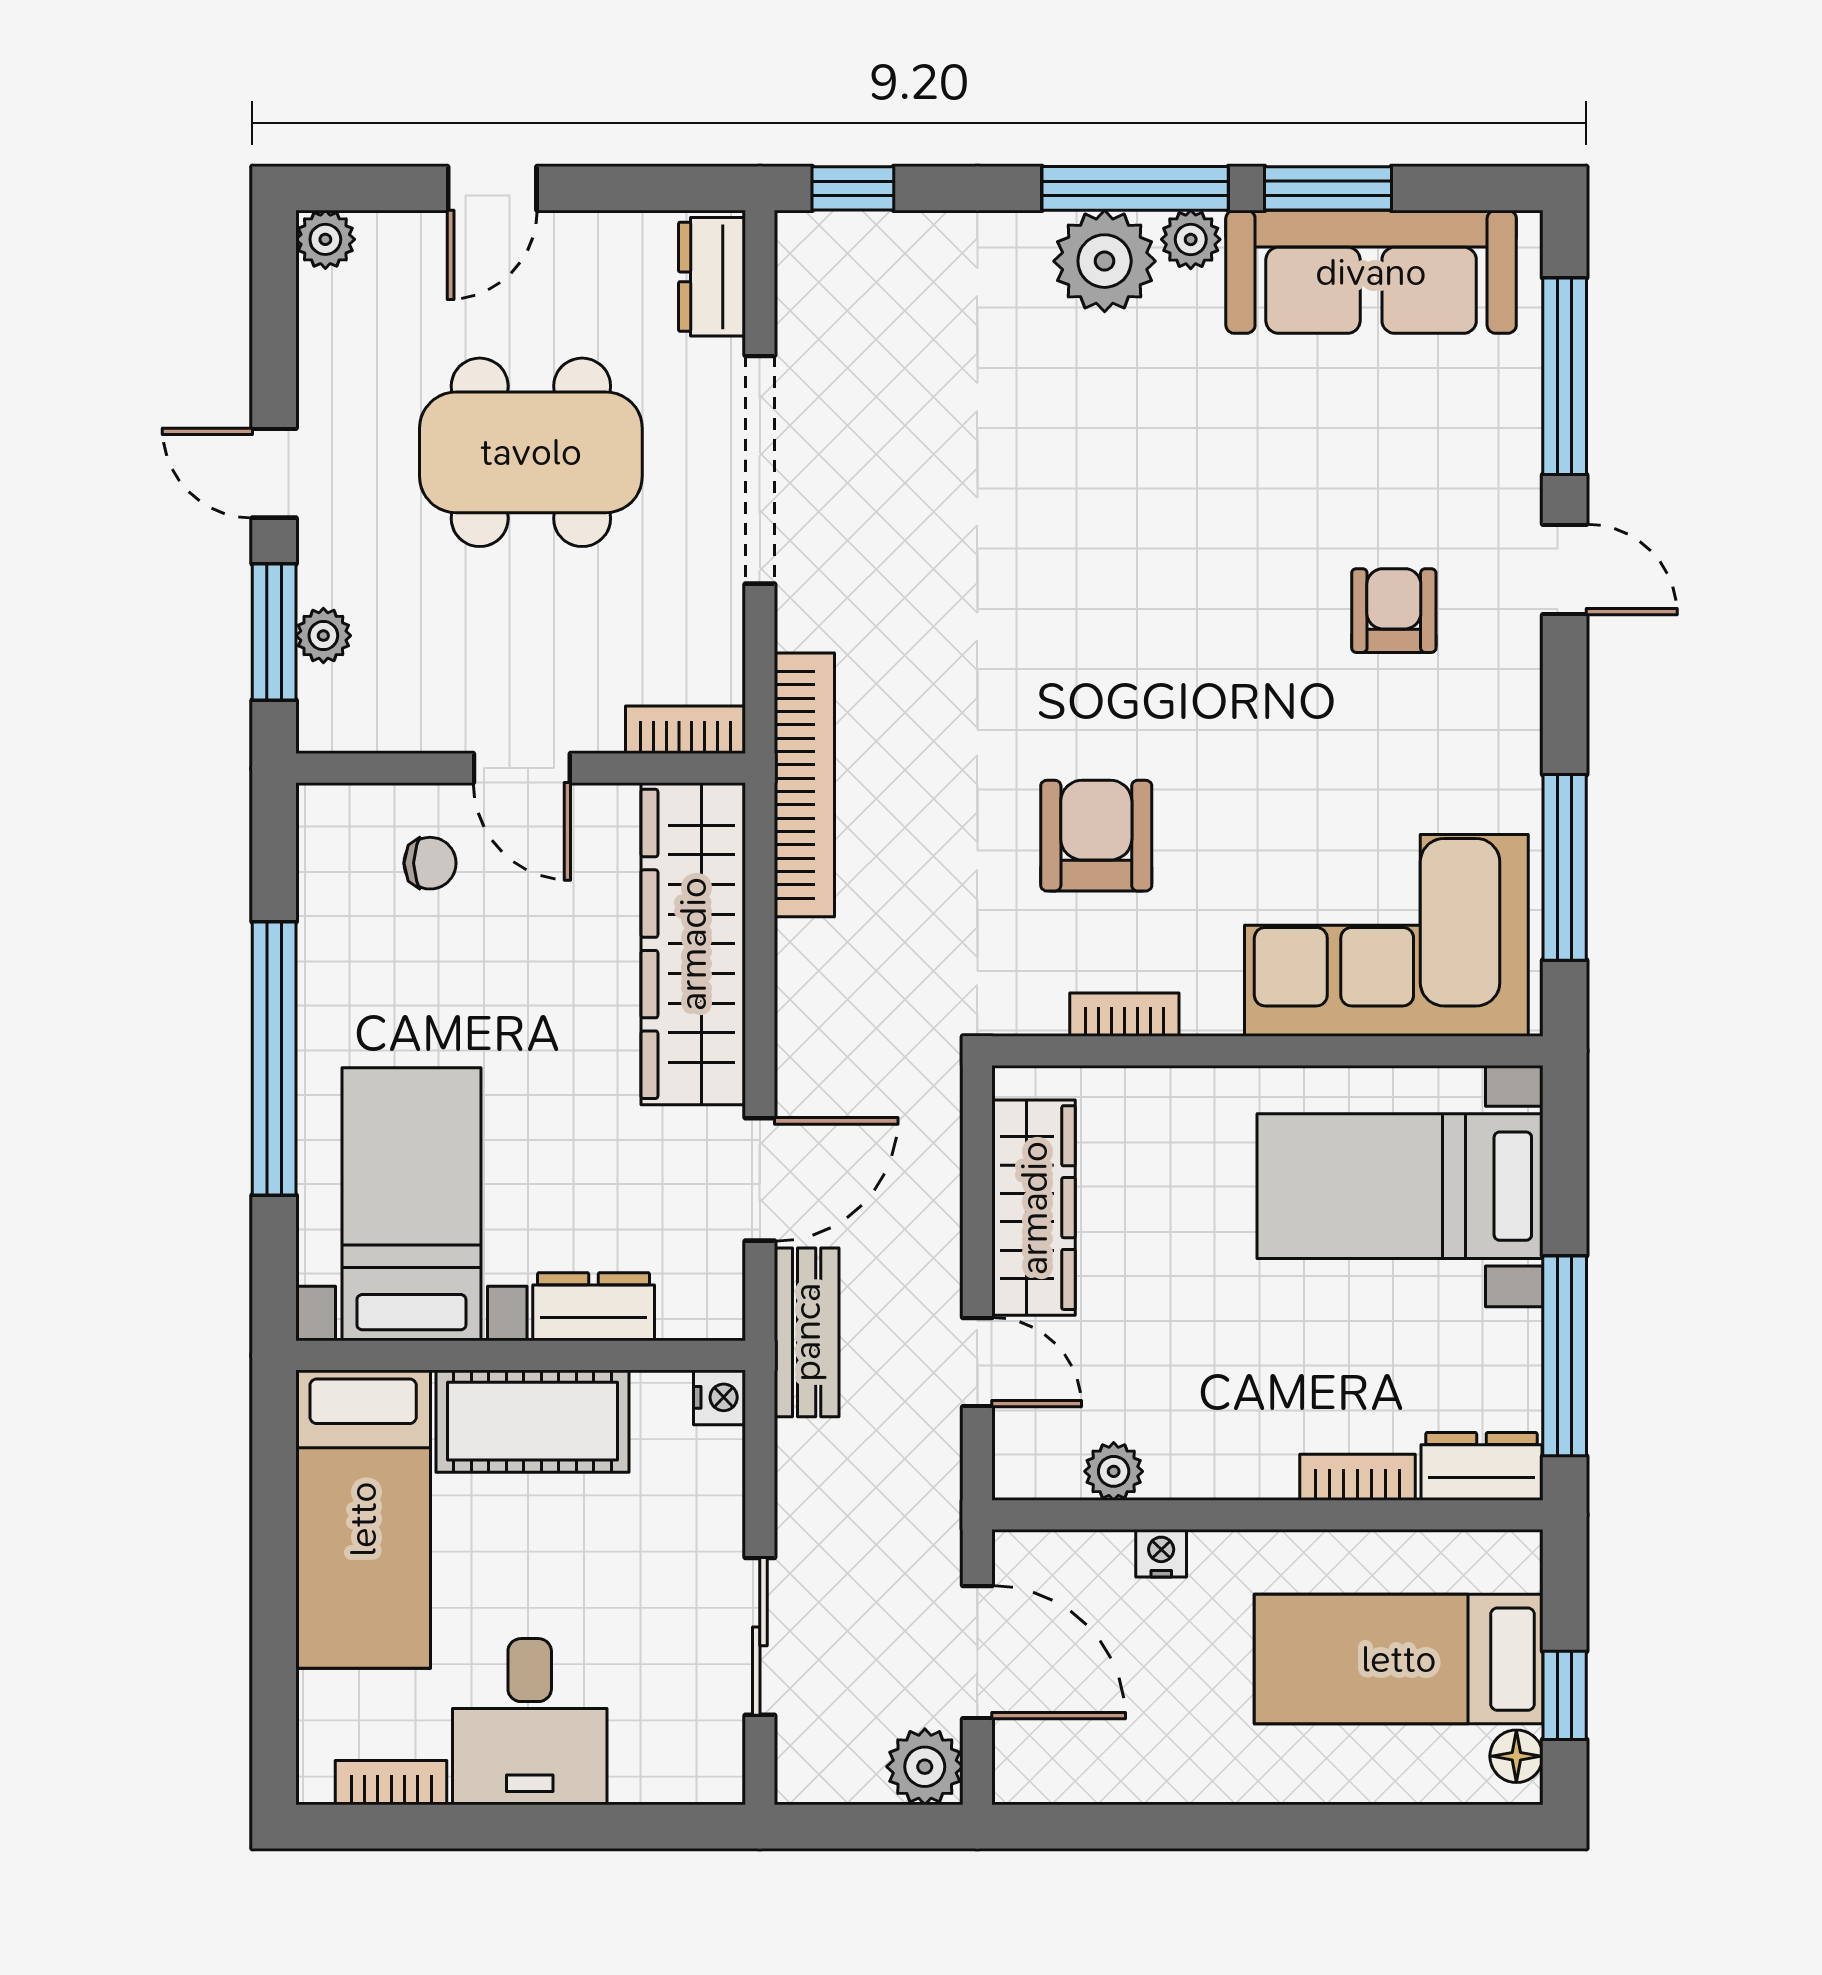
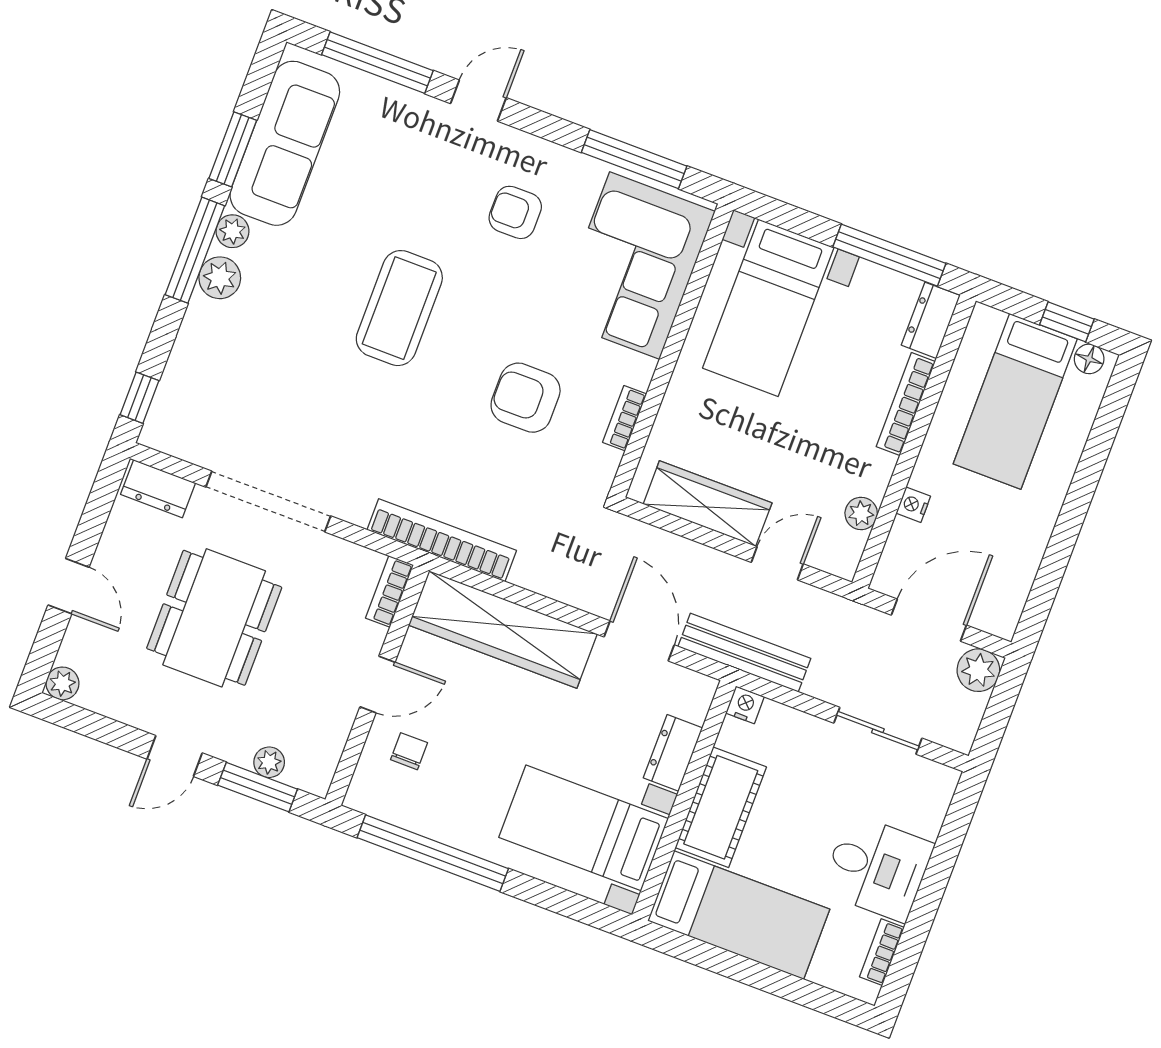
plant: (1105, 261) -> (220, 278), width x0.73, depth x0.73
coffee table: (1167, 568) -> (399, 308), added
armchair: (1394, 611) -> (515, 212), moved
window: (274, 1058) -> (433, 853), moved
bench: (807, 1332) -> (744, 653), width x1.36
bookcase: (1358, 1477) -> (906, 404), width x1.56

